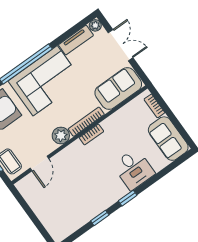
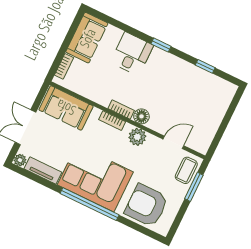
bookcase: (86, 122) -> (112, 121), width x0.64
floor lamp: (76, 149) -> (141, 116), added
window: (100, 218) -> (205, 66), moved

